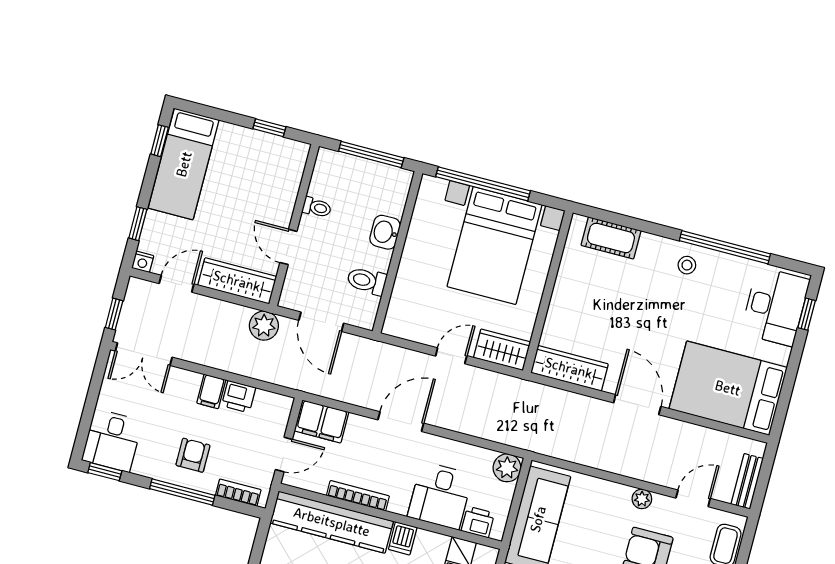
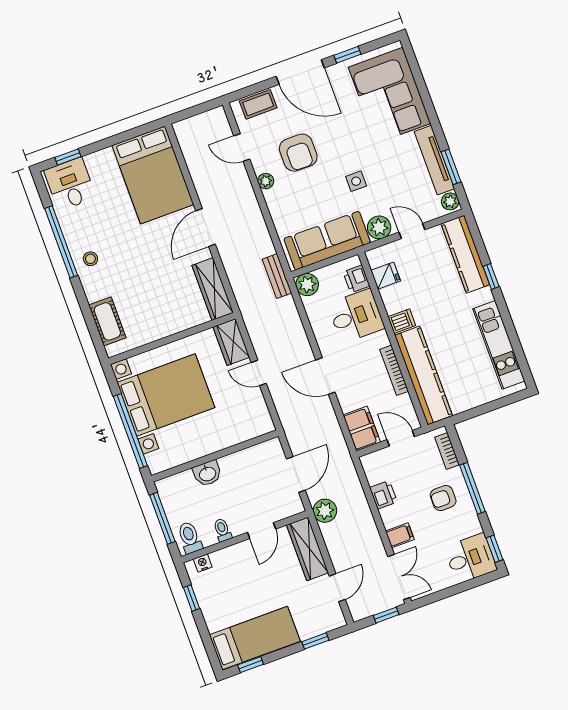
nightstand: (143, 262) -> (203, 563), moved, turned -90
toilet: (367, 281) -> (190, 538), moved, turned 180
door: (176, 284) -> (337, 588), swing flipped
desk: (775, 306) -> (70, 184), width x0.73
filing cabinet: (211, 391) -> (400, 535), moved
bench: (747, 481) -> (277, 276), moved, turned 90

